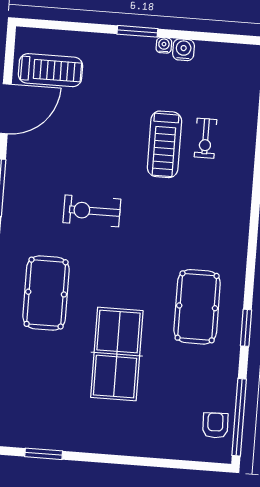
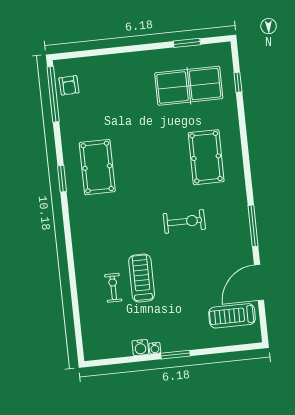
window: (246, 328) -> (62, 179), moved
table tennis table: (117, 354) -> (189, 86), moved, turned 90

